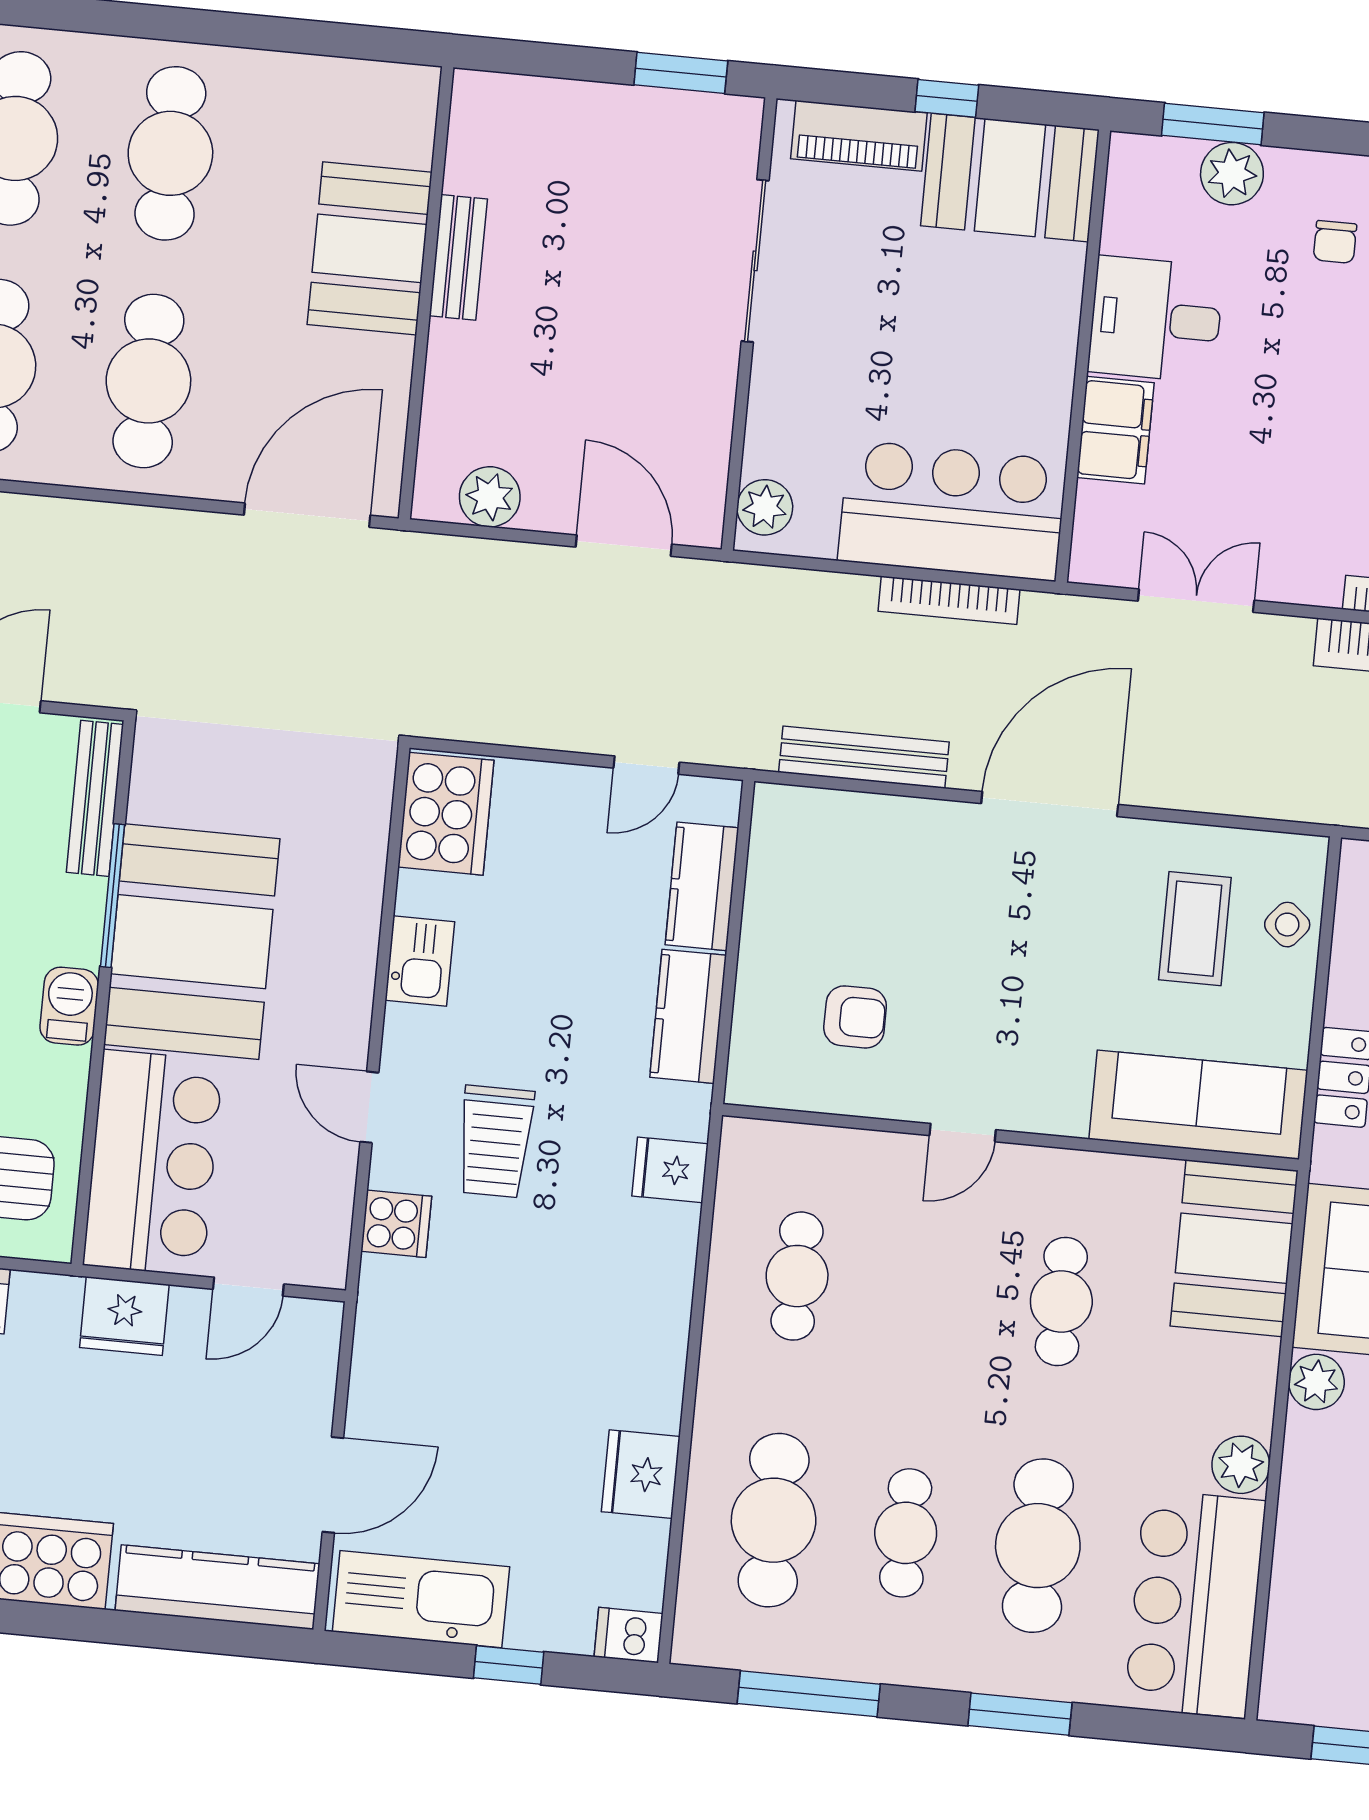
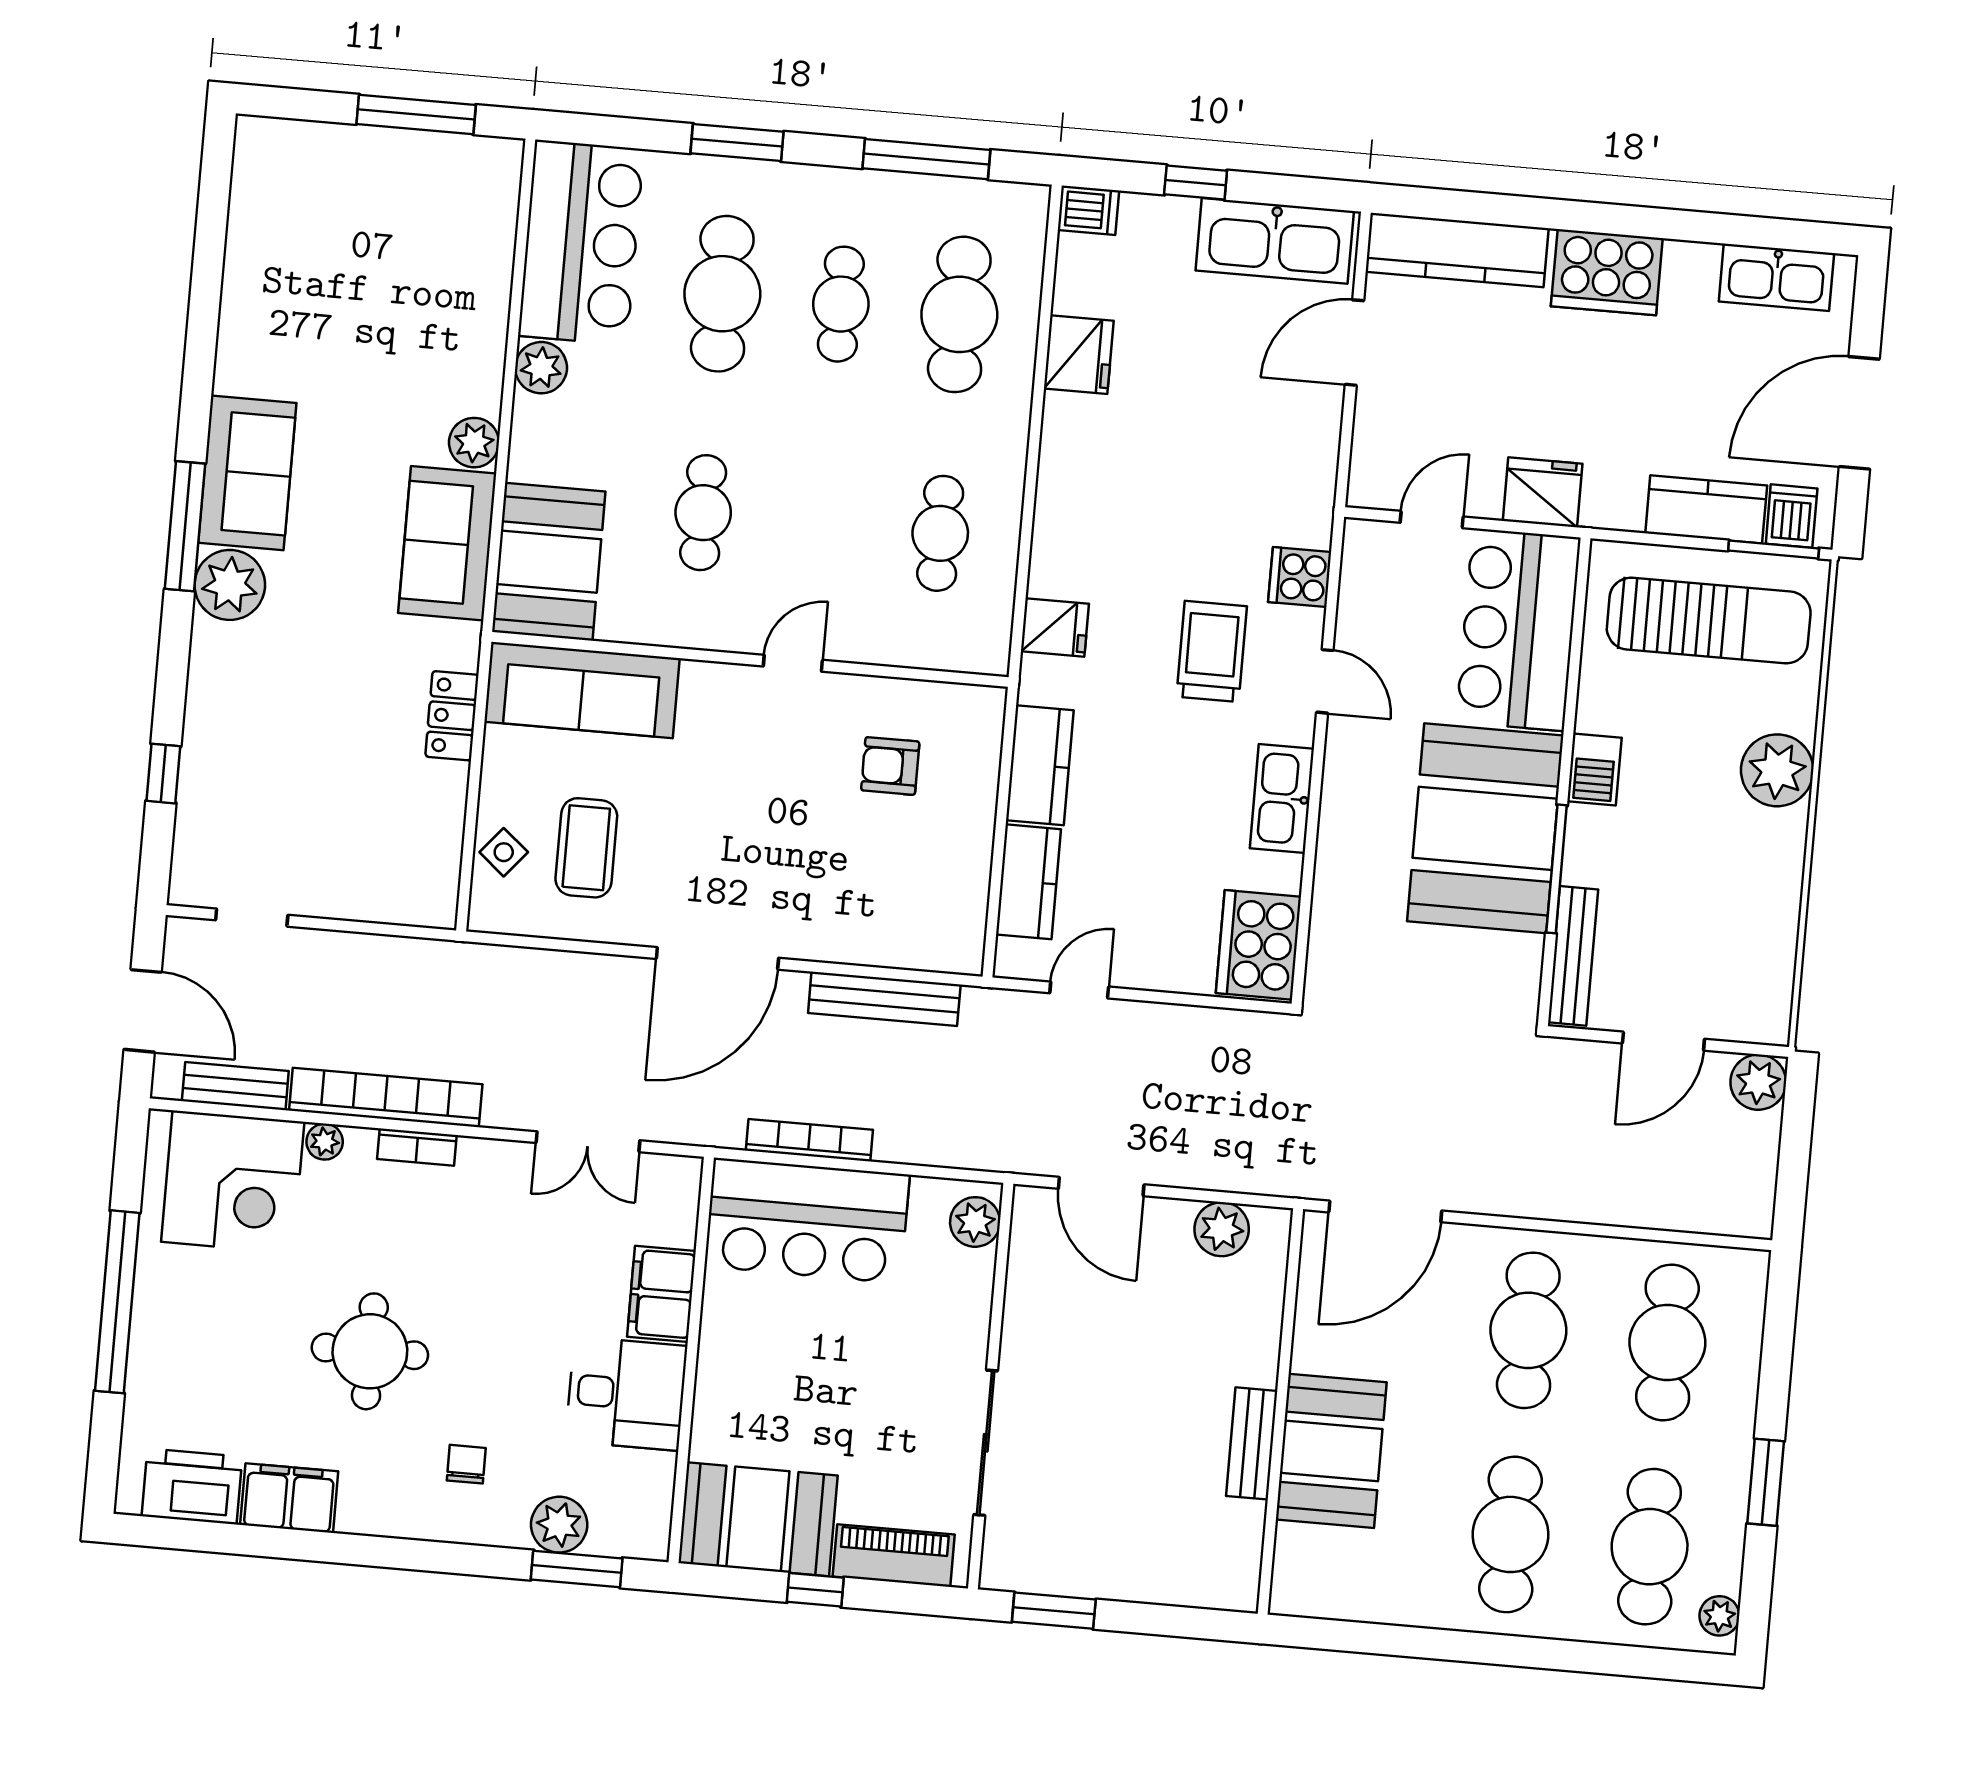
kitchen sink: (420, 961) -> (1282, 798), width x1.38

